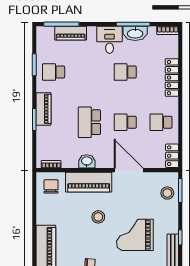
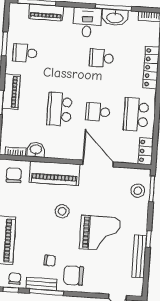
school desk: (161, 122) -> (136, 114), width x1.85
washbasin: (87, 161) -> (36, 150), moved
grand piano: (135, 235) -> (100, 233), turned 180

